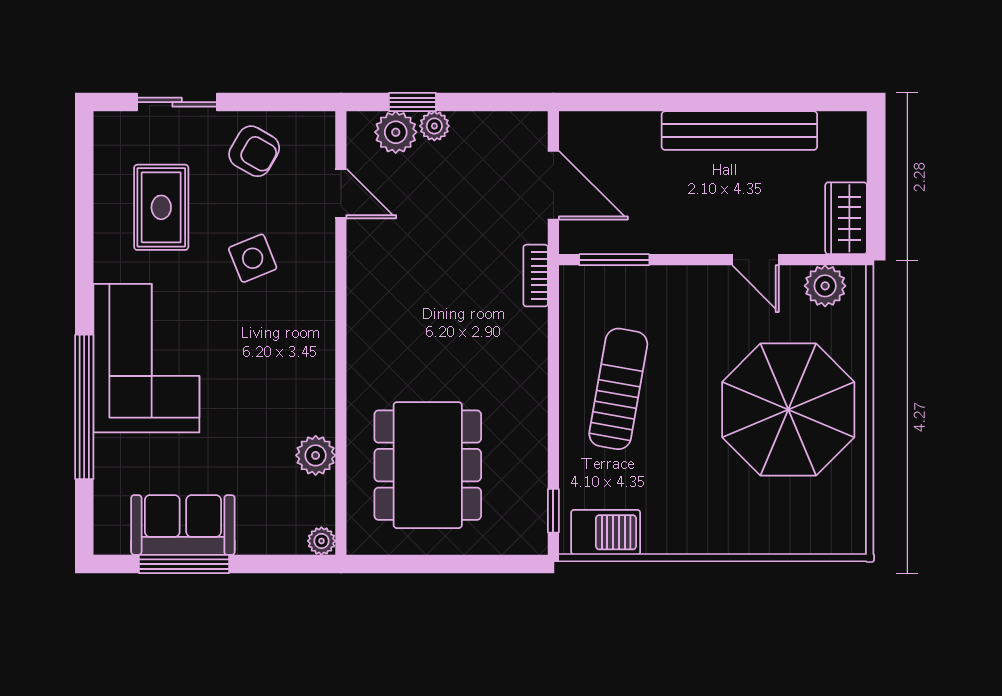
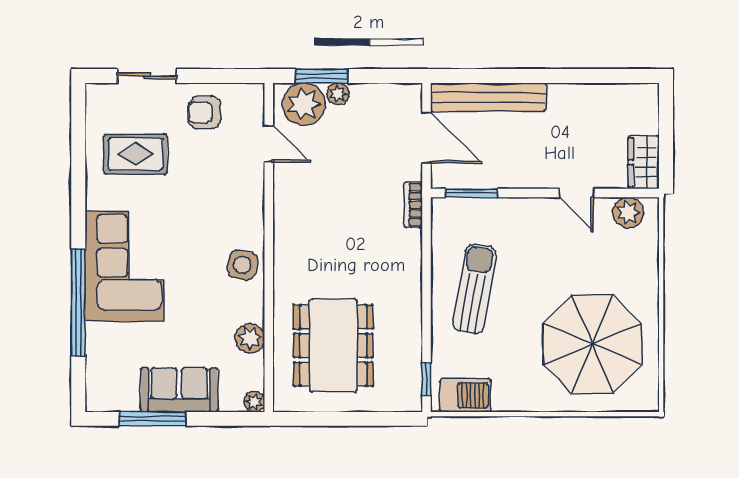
window: (412, 102) -> (322, 76), width x1.50
bench: (739, 131) -> (488, 97), moved
plant: (396, 132) -> (304, 104), width x1.36, depth x1.36
armchair: (254, 151) -> (204, 113), turned 150
rug: (161, 207) -> (135, 154), turned 90
side table: (253, 258) -> (242, 265), moved, turned 34
parasol: (788, 410) -> (593, 344), moved
sofa: (183, 525) -> (179, 390), moved

